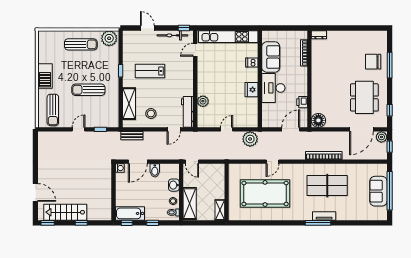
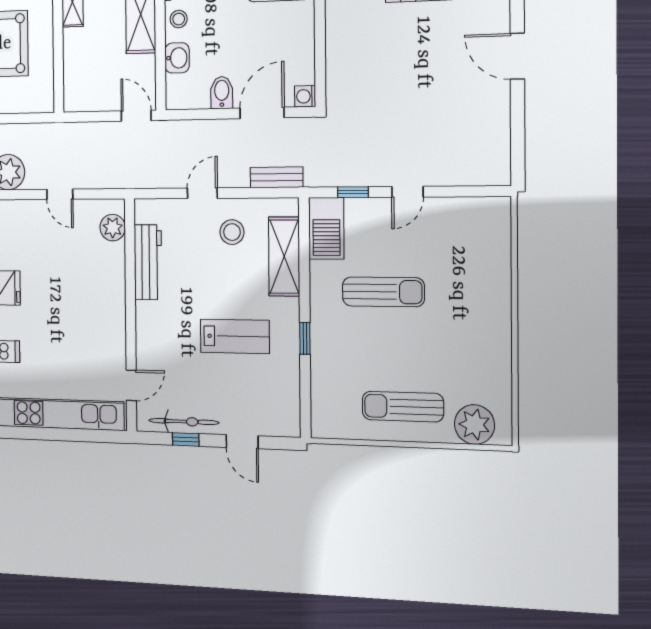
window: (184, 28) -> (186, 439), moved
plant: (109, 38) -> (474, 424), moved
barbecue: (45, 76) -> (326, 228), moved, turned 180
plant: (203, 101) -> (113, 228), moved
sun lounger: (53, 110) -> (473, 241), removed
workbench: (187, 112) -> (148, 262), moved
door: (174, 129) -> (202, 193), moved
door: (227, 129) -> (60, 194), hinge flipped
door: (35, 192) -> (517, 56), moved

